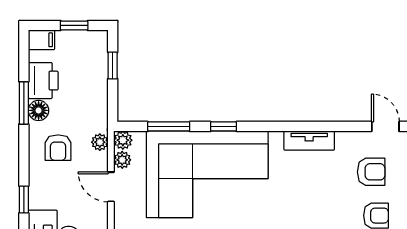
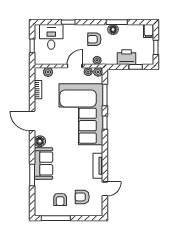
printer: (43, 81) -> (127, 57), moved, turned 180
door: (385, 126) -> (105, 189), moved
armchair: (371, 172) -> (82, 197), turned 90

